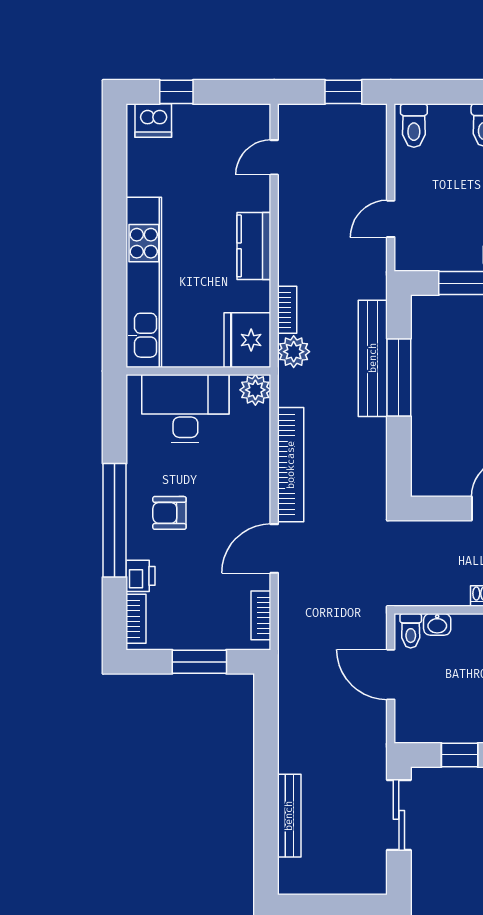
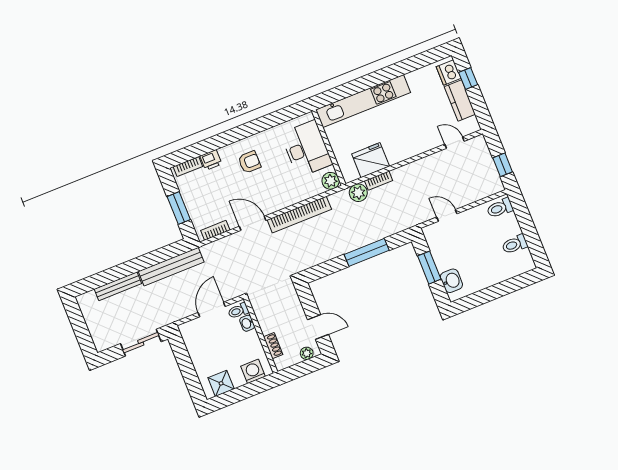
kitchen counter: (254, 246) -> (460, 100), moved, turned -90
fridge: (247, 340) -> (371, 160), moved
bench: (373, 358) -> (171, 267), moved
armchair: (169, 513) -> (249, 162), turned 90
window: (115, 520) -> (234, 135), removed
window: (460, 755) -> (184, 362), removed

